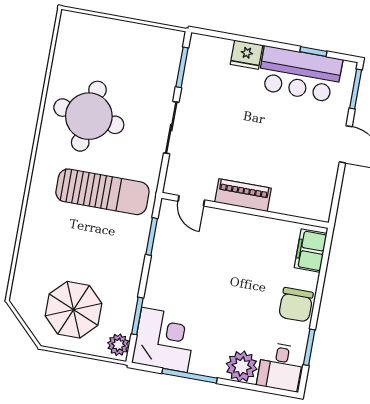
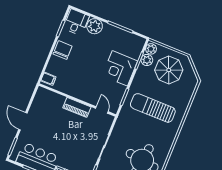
sun lounger: (102, 192) -> (153, 108), moved
filing cabinet: (311, 251) -> (48, 79), width x0.50
plant: (122, 321) -> (147, 60), added
corner desk: (164, 340) -> (120, 68), moved

